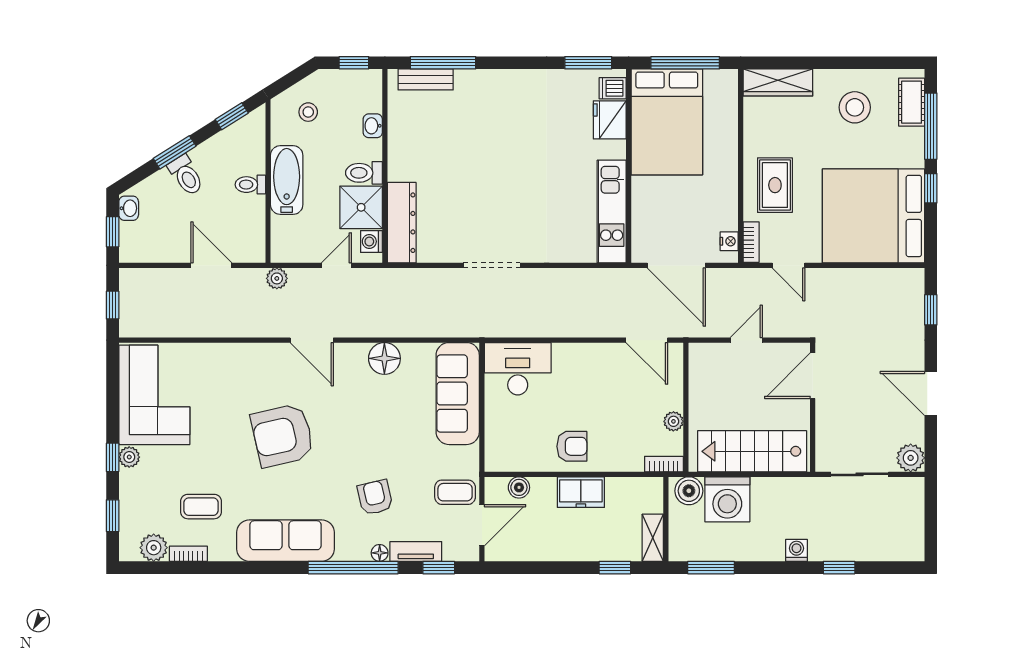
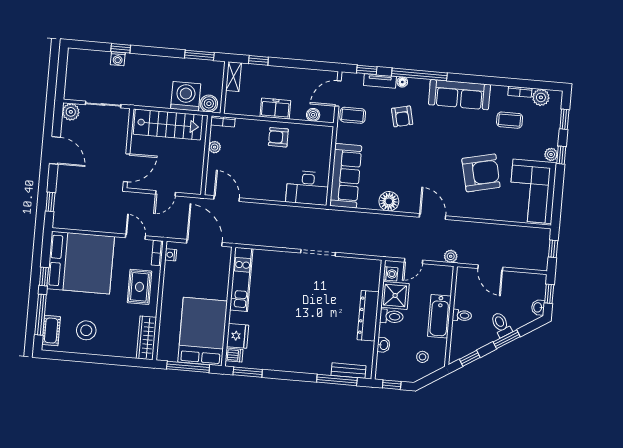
wardrobe: (778, 82) -> (146, 338), moved, turned -90
dresser: (402, 223) -> (368, 316), moved
armchair: (282, 435) -> (481, 173), moved
washing machine: (796, 550) -> (118, 59), moved

